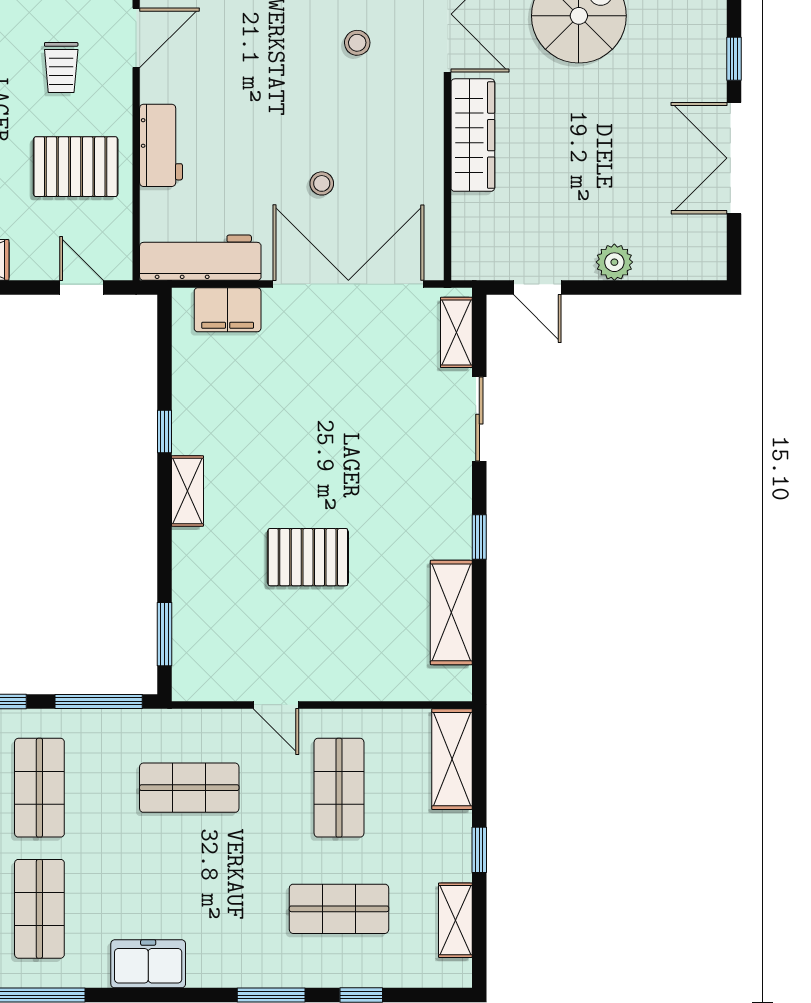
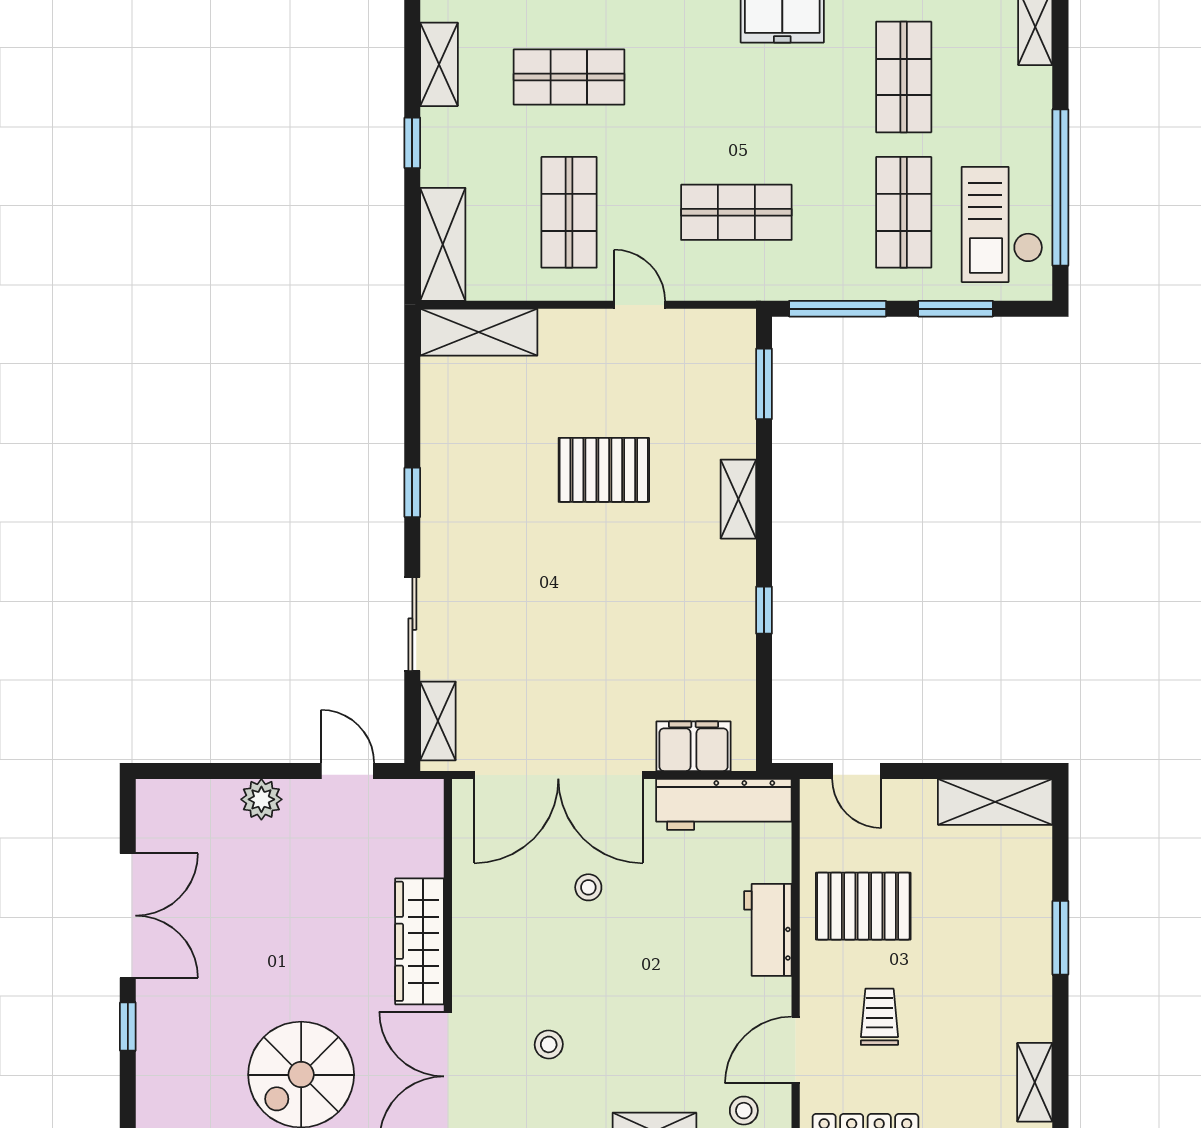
shelving: (187, 491) -> (738, 499), moved
shelving: (451, 612) -> (479, 332), moved, turned 90

